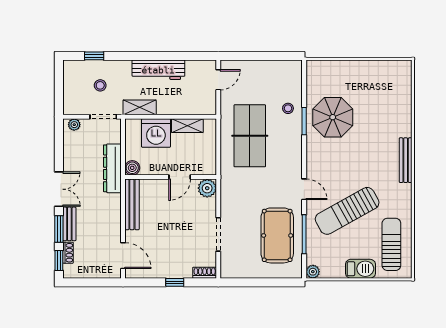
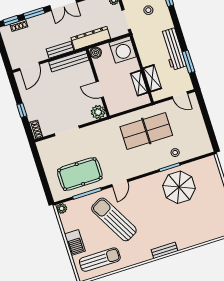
window: (180, 56) -> (188, 62), added
shelving: (140, 107) -> (152, 78), moved
washing machine: (156, 133) -> (123, 50), moved, turned -90
bench: (406, 160) -> (165, 250), width x0.73
bench: (69, 224) -> (60, 50), moved

